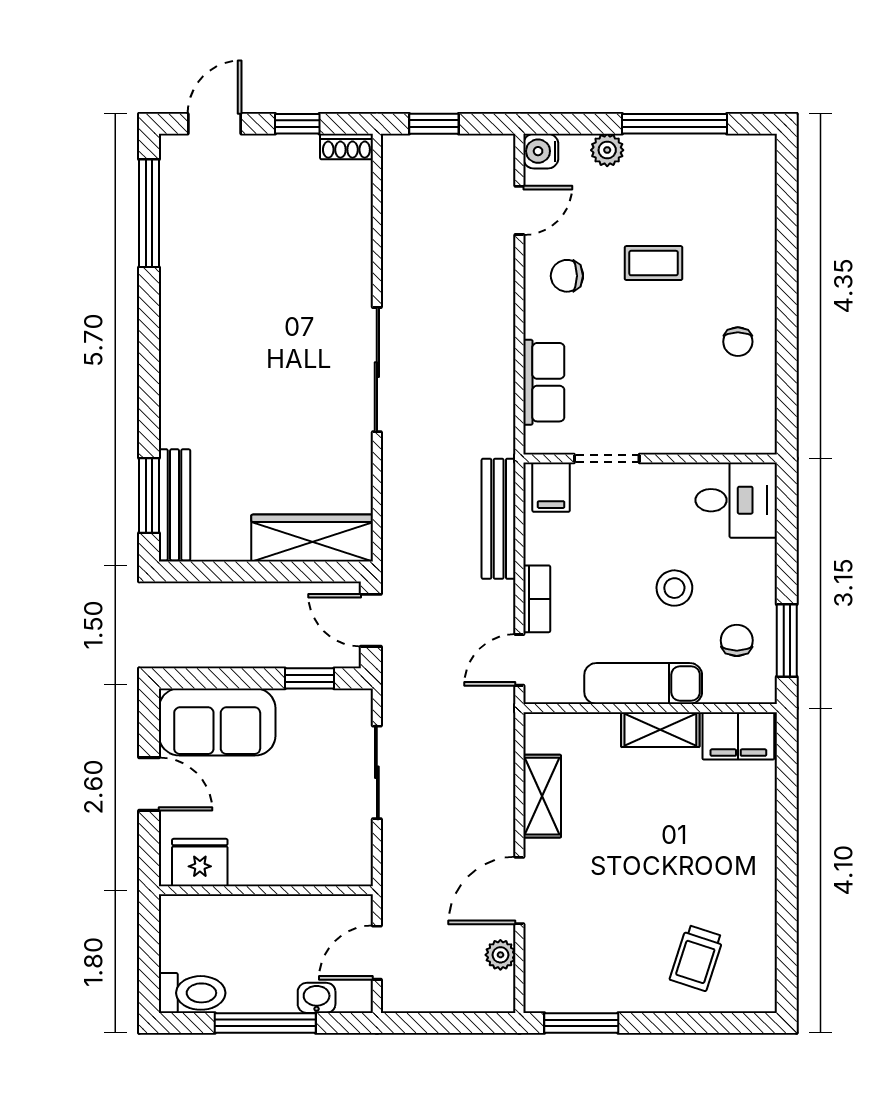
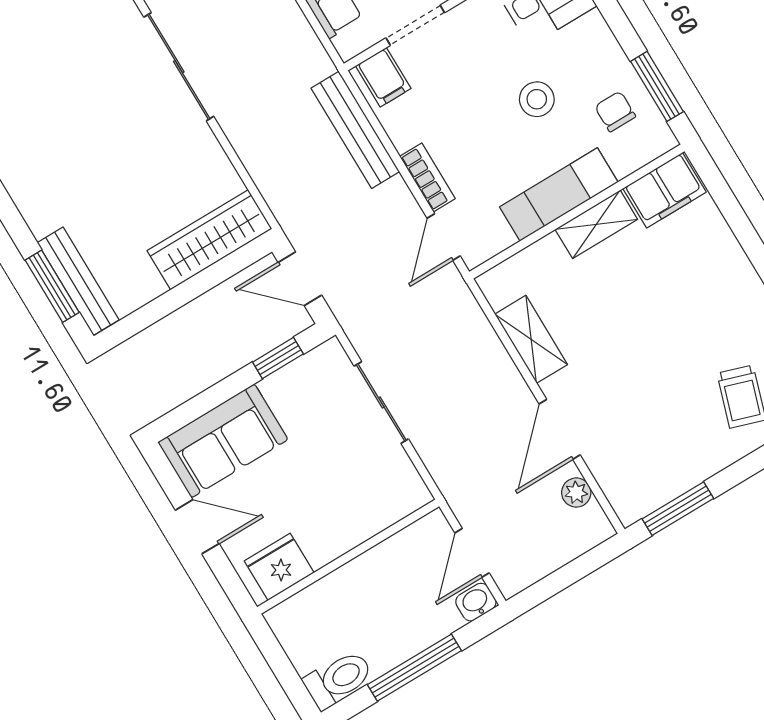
washbasin: (317, 998) -> (476, 602), moved

